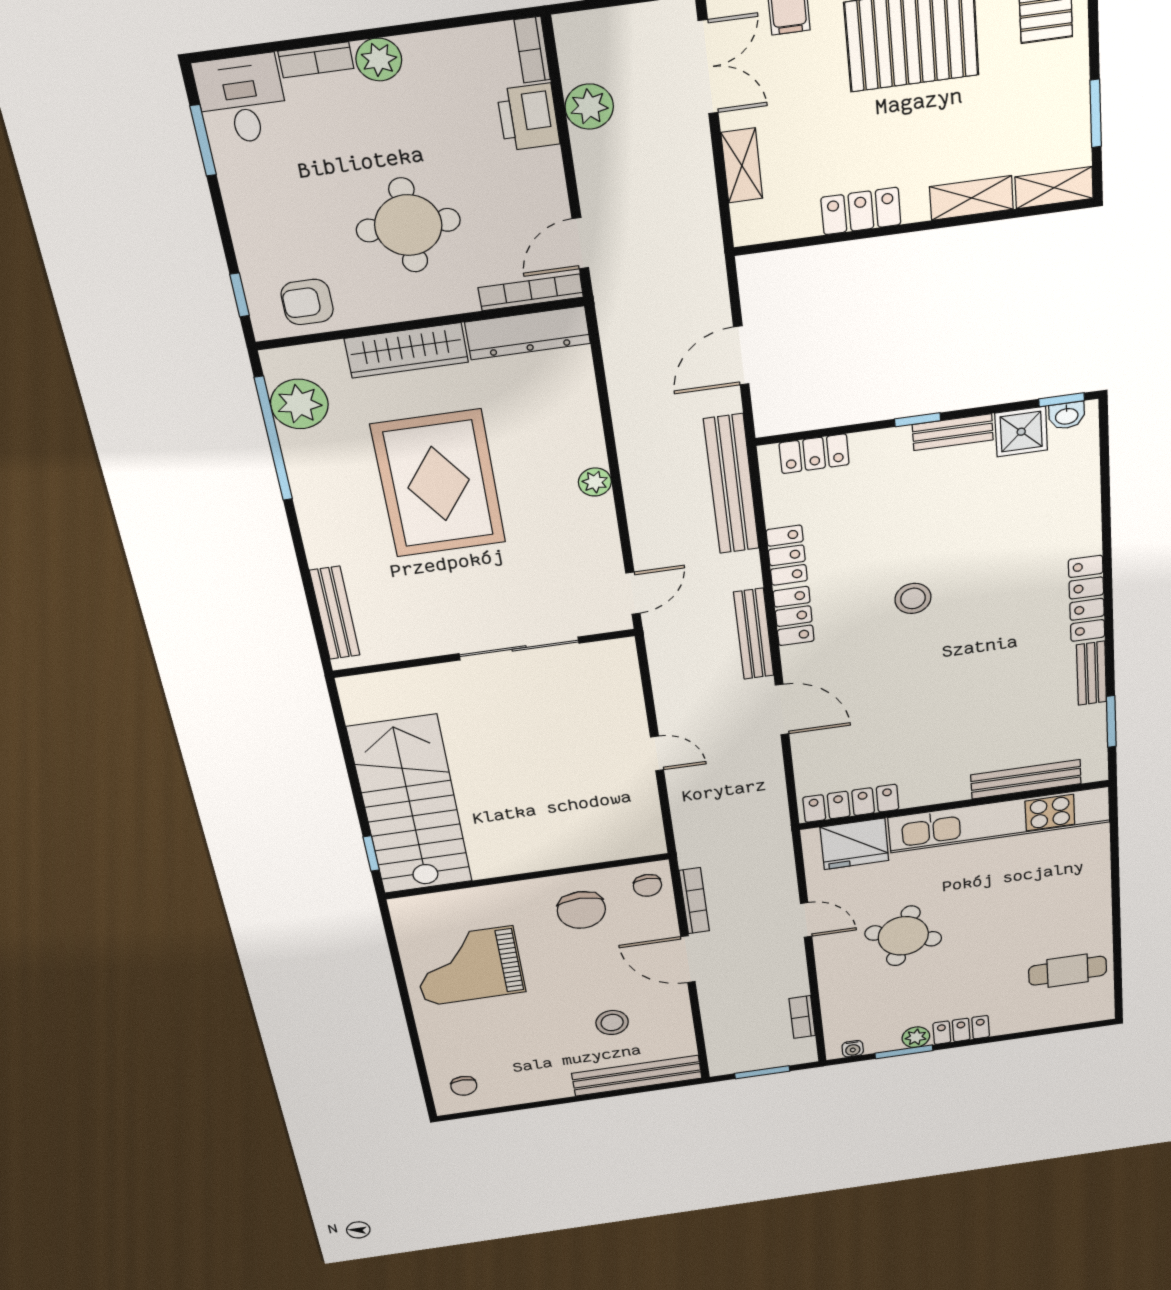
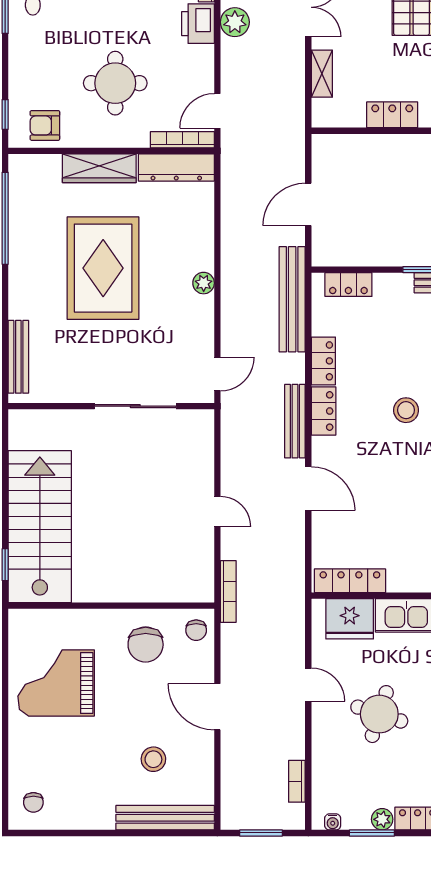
plant: (299, 404) -> (26, 196), removed
bookcase: (694, 901) -> (228, 591), moved

